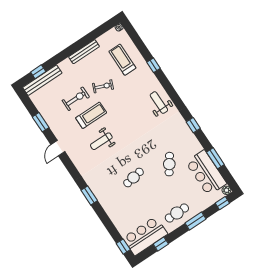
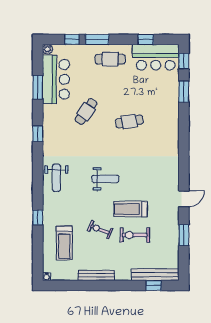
weight bench: (101, 141) -> (105, 179), moved
window: (89, 195) -> (184, 92), moved
window: (222, 203) -> (72, 39), moved

